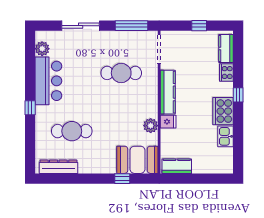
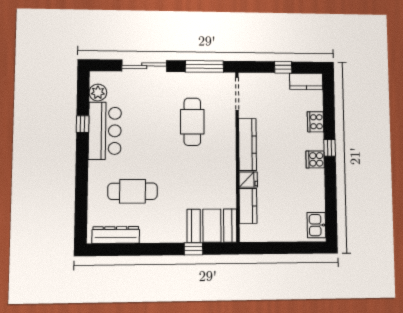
kitchen counter: (226, 49) -> (306, 81), moved, turned -90
cafe table: (121, 73) -> (192, 122), turned 90
window: (30, 108) -> (83, 124), moved
cooker: (223, 111) -> (315, 159), width x0.53, depth x0.76
plant: (151, 126) -> (227, 184), removed
kitchen sink: (225, 136) -> (316, 225), moved
kitchen counter: (177, 166) -> (248, 206), moved, turned 90

